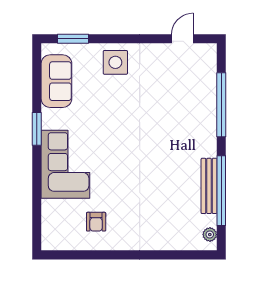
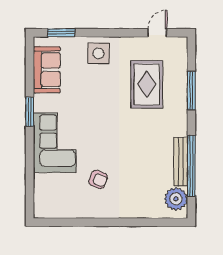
rug: (170, 98) -> (147, 84), added
window: (221, 105) -> (191, 91), width x0.68
armchair: (96, 222) -> (98, 179), moved, turned -68
plant: (210, 235) -> (176, 199), width x1.88, depth x1.88

